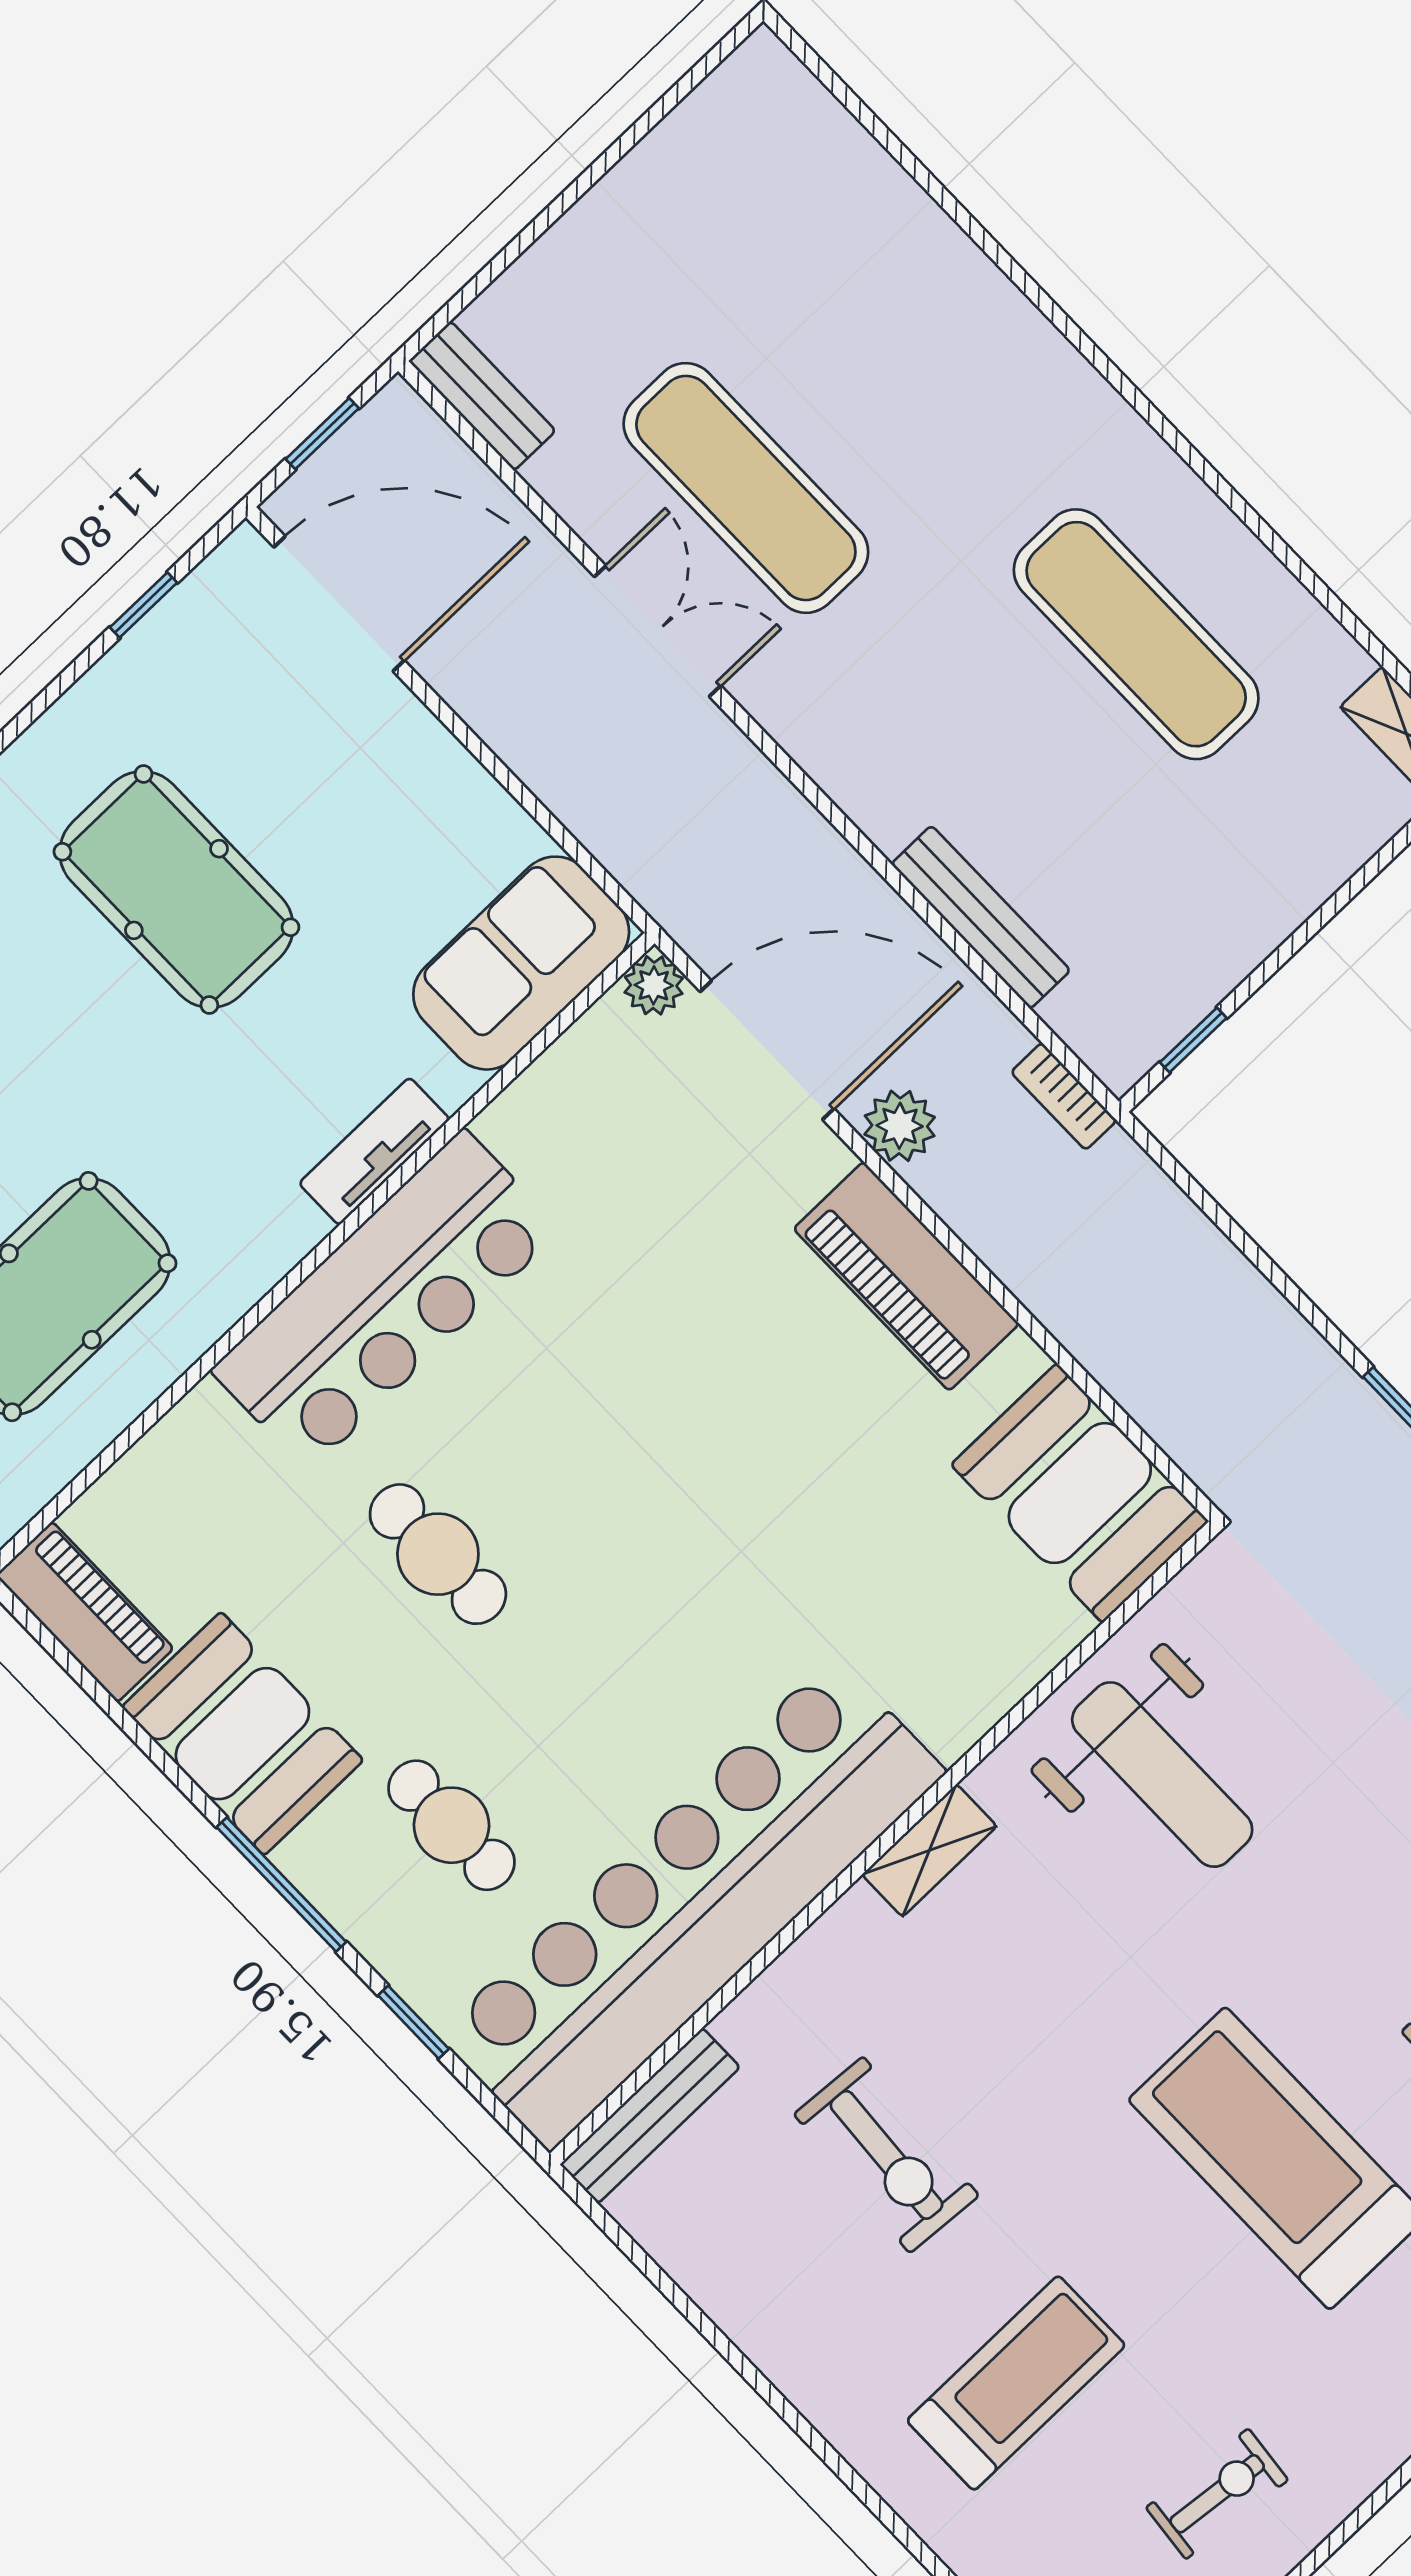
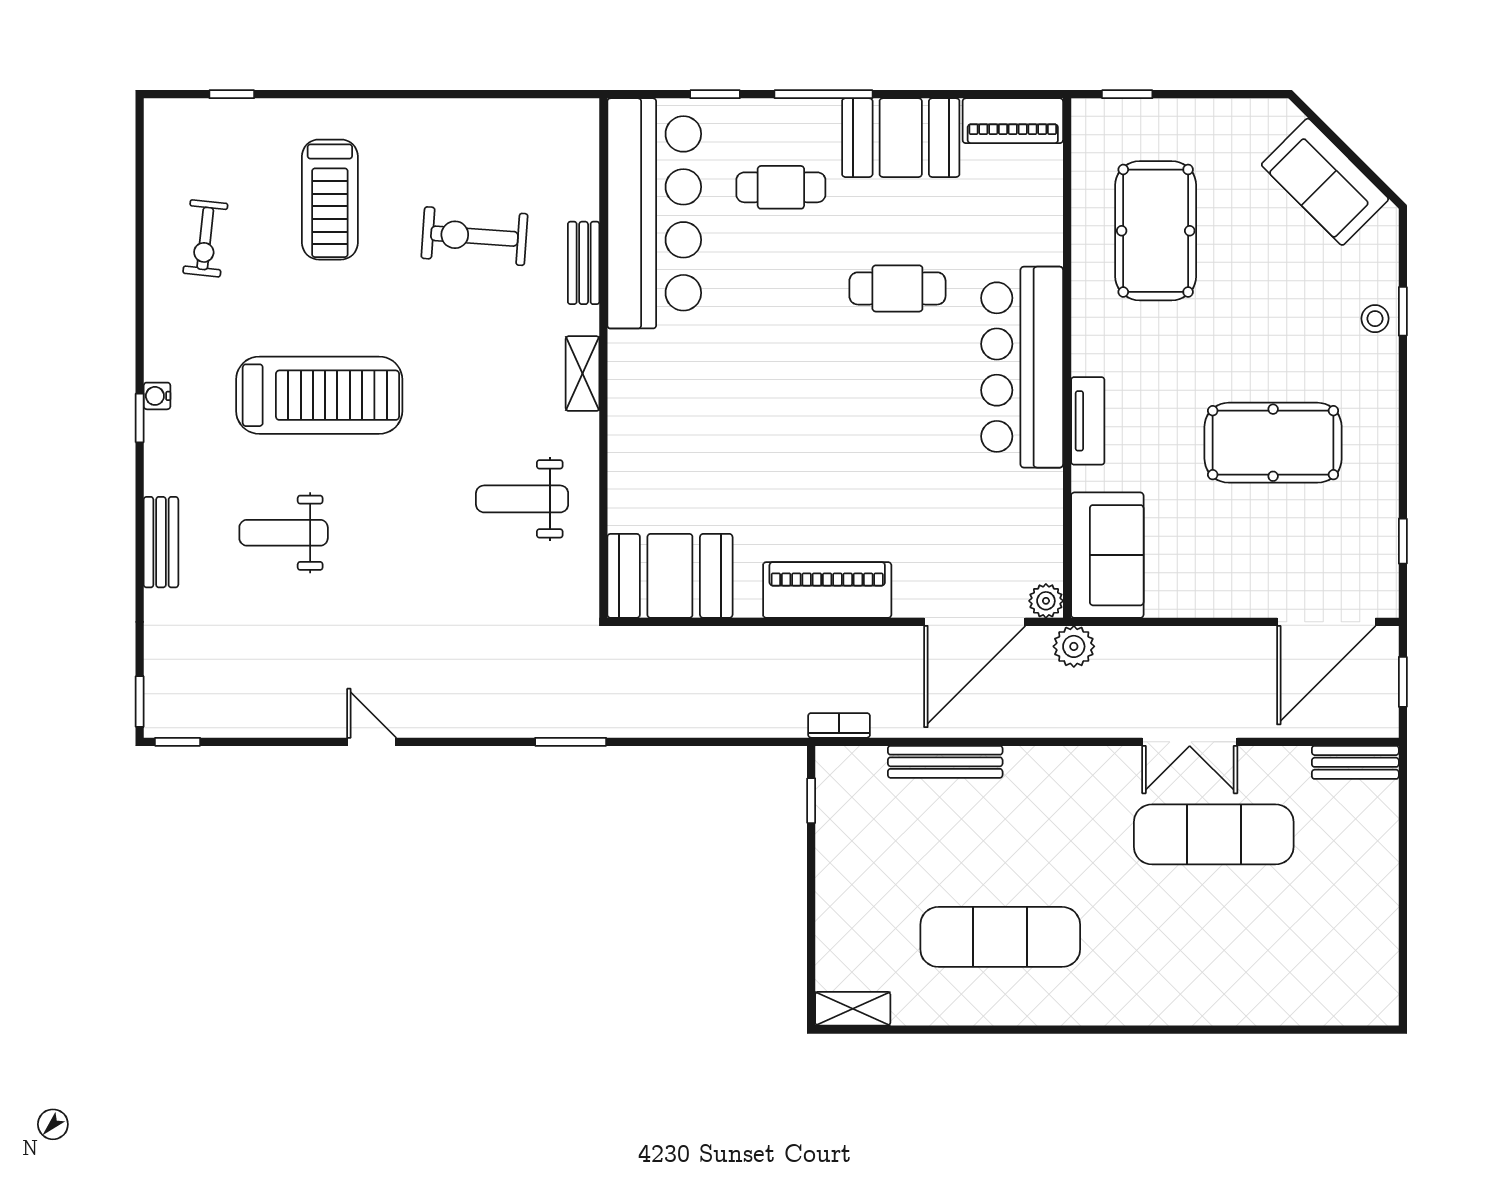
plant: (900, 1126) -> (1074, 646), moved
weight bench: (1162, 1775) -> (522, 499), width x0.73, depth x0.75
bar counter: (692, 1903) -> (654, 213), width x0.73
bench: (650, 2116) -> (584, 263), moved, width x0.73

